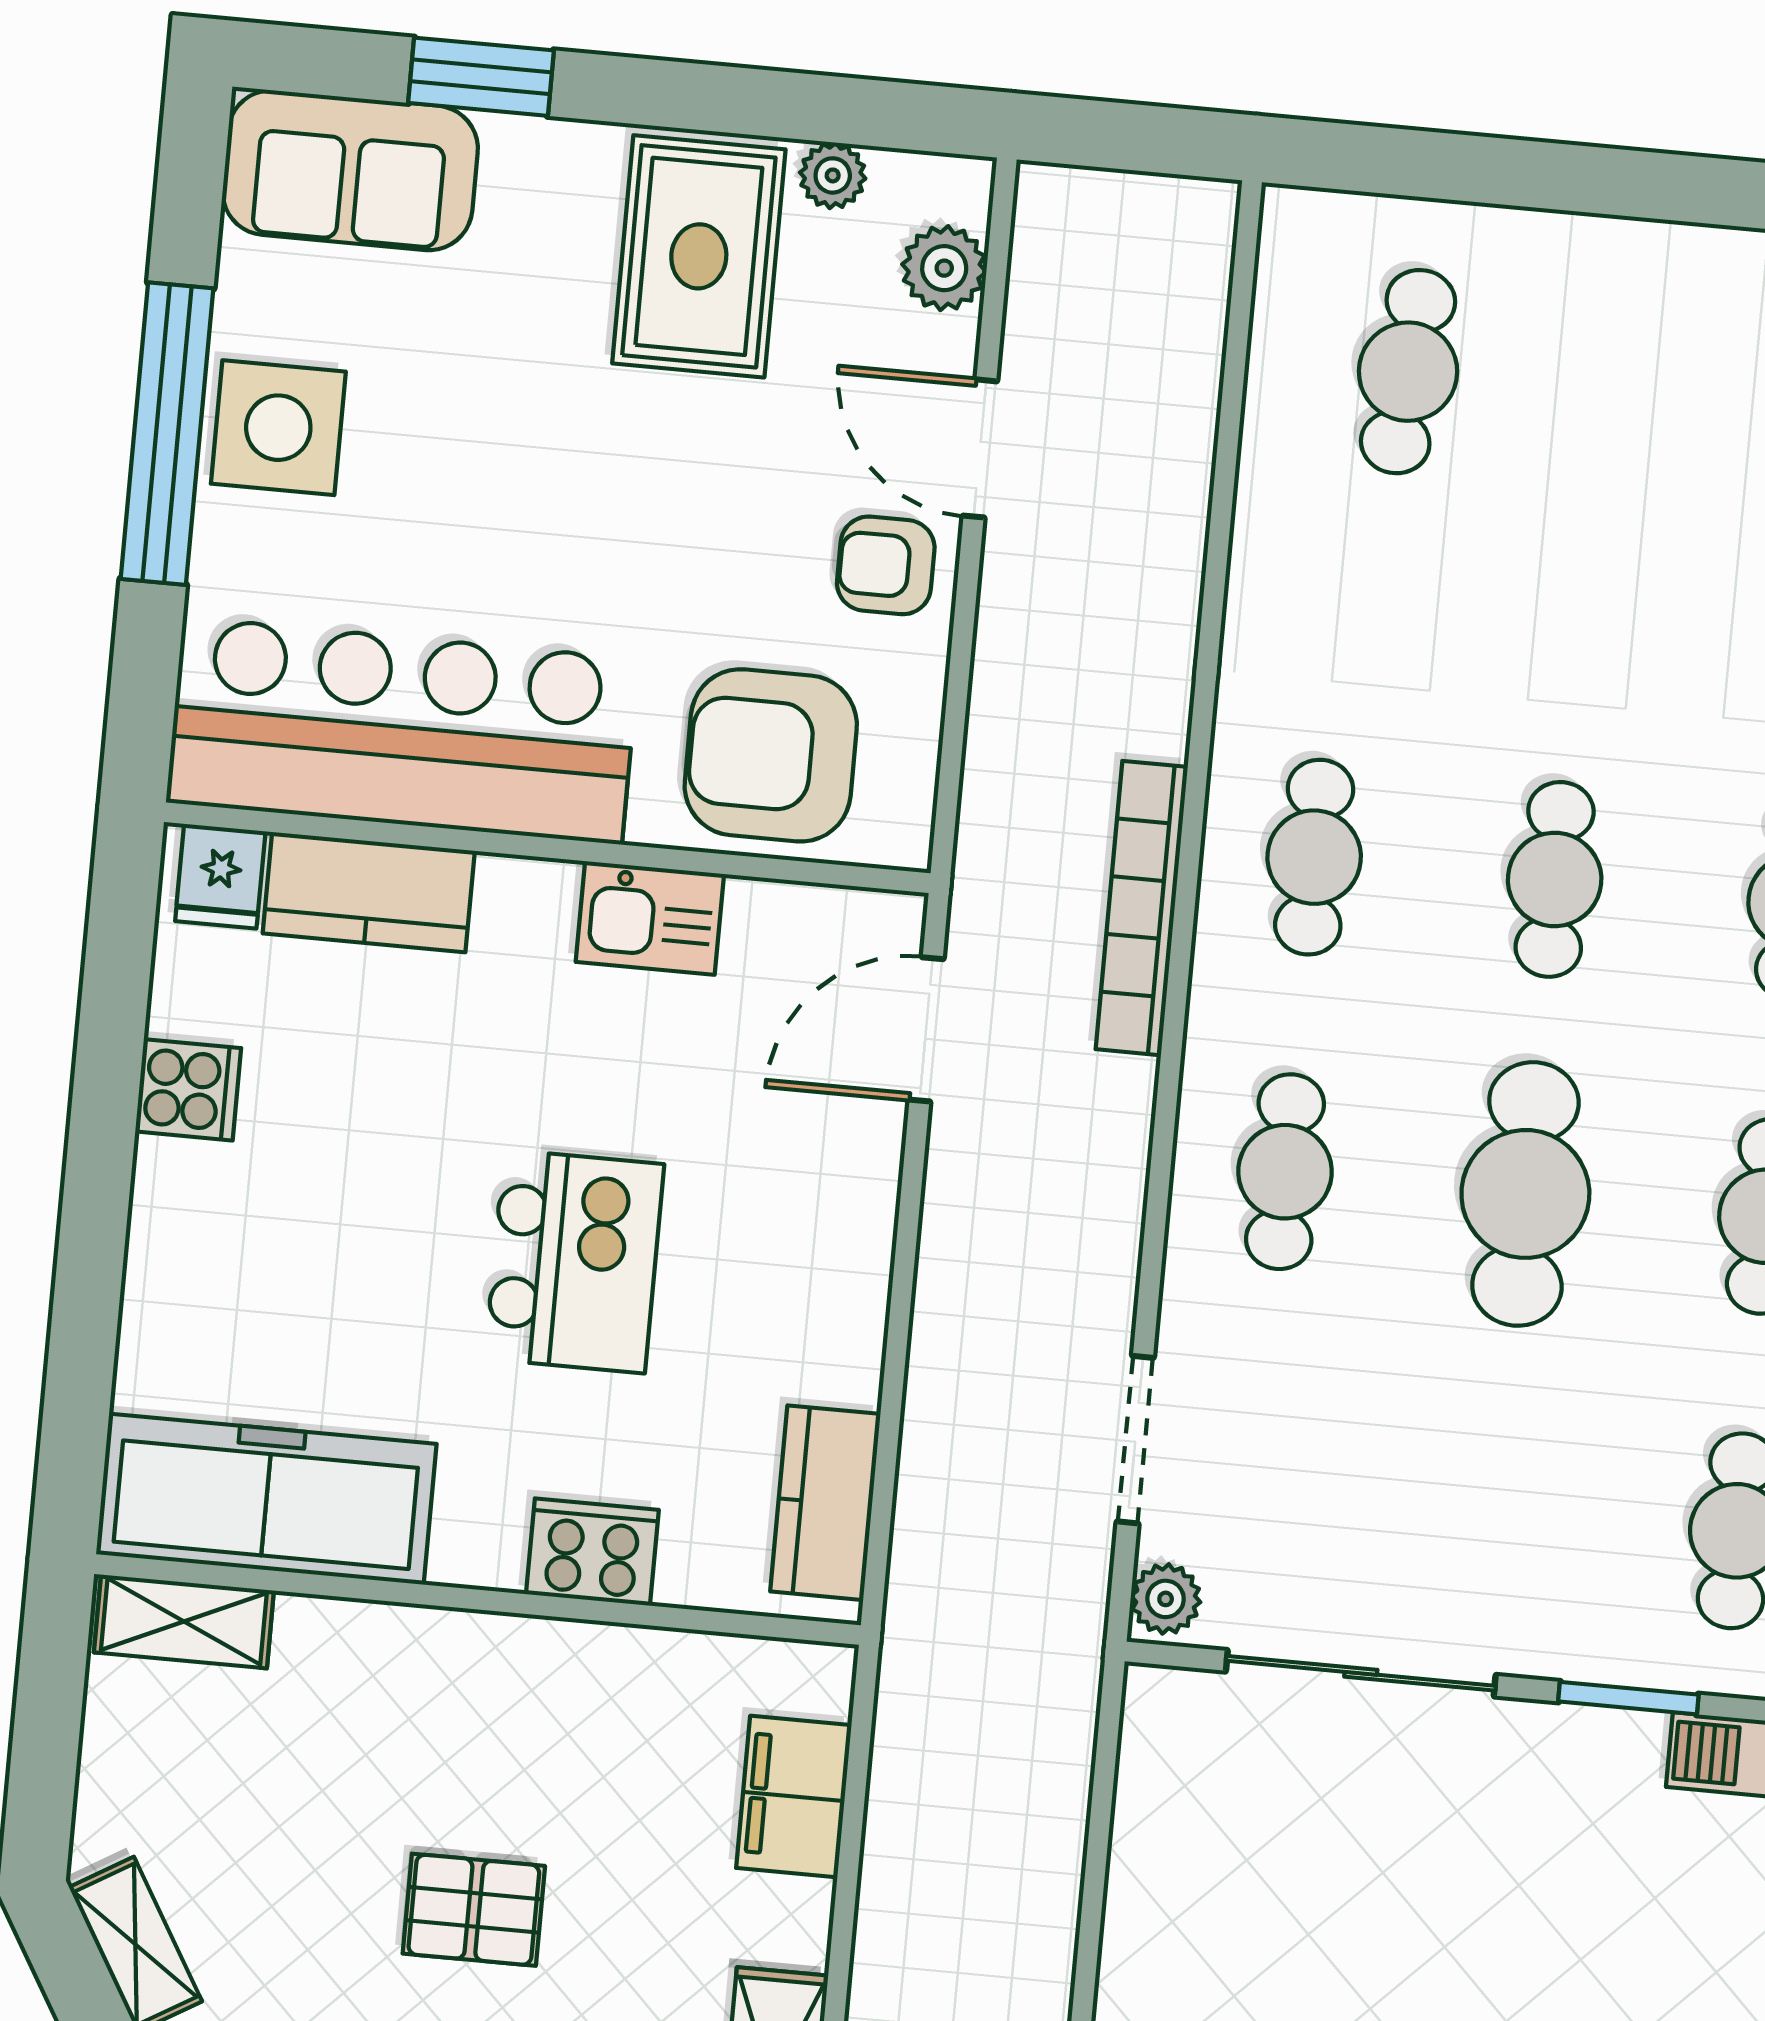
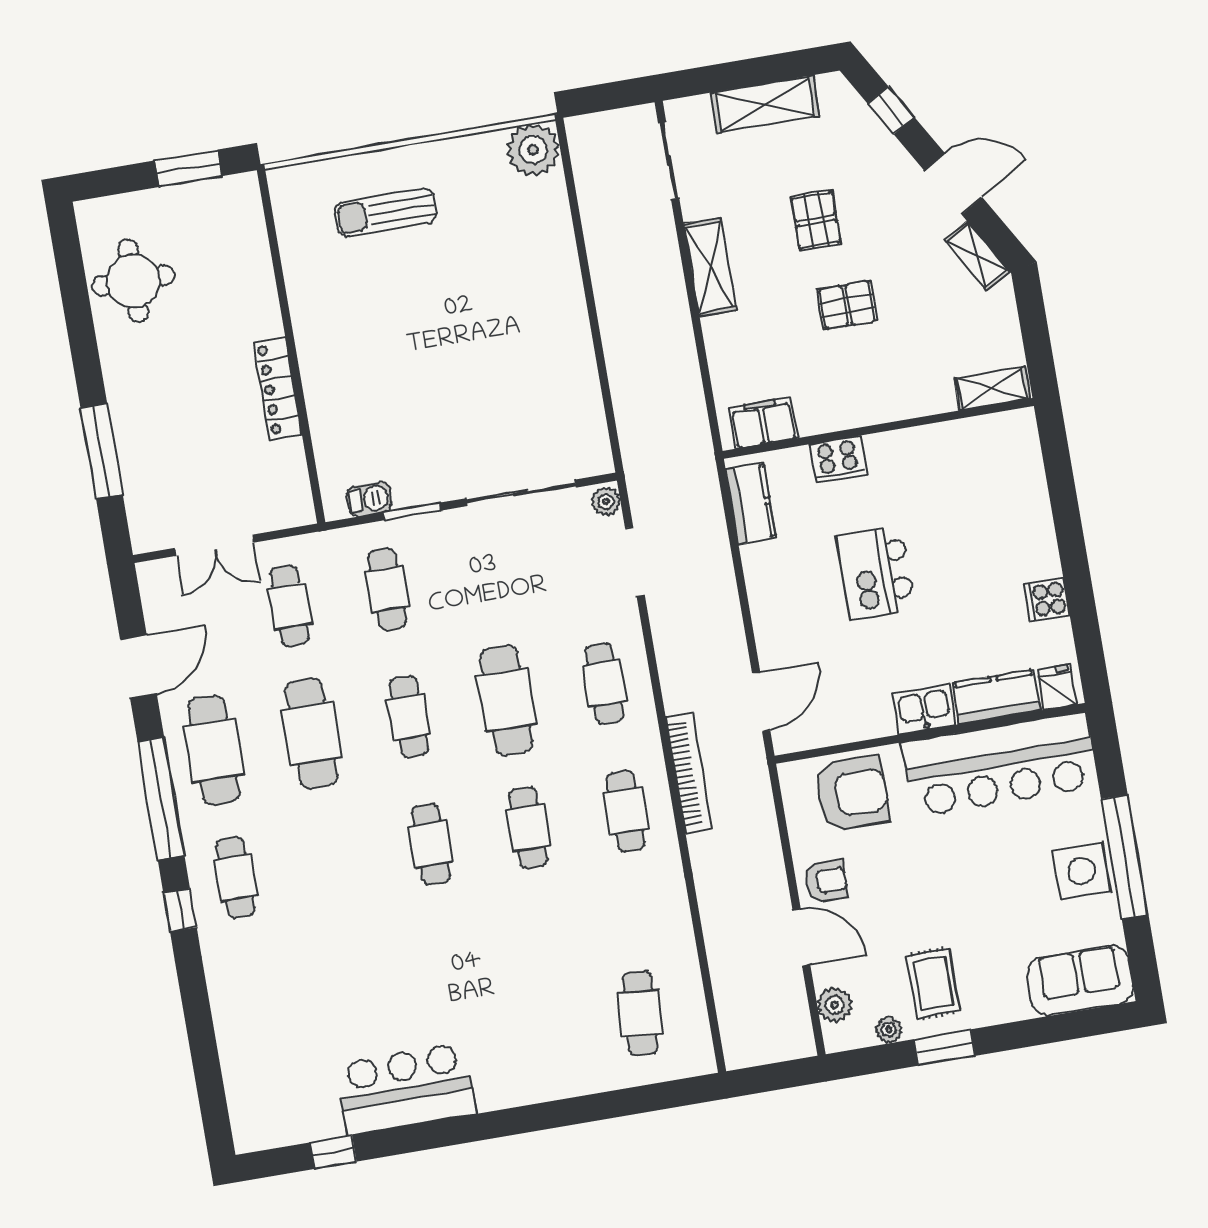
window: (481, 77) -> (944, 1048), moved
rug: (699, 256) -> (933, 983), width x0.73, depth x0.70
kitchen sink: (650, 918) -> (924, 709), moved
freezer: (266, 1499) -> (972, 446), removed
filing cabinet: (794, 1797) -> (763, 423), moved, turned -90

